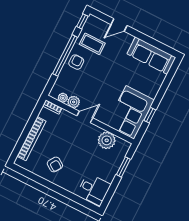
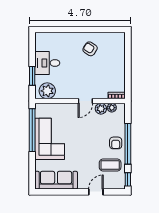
corner sofa: (130, 112) -> (50, 139), moved
window: (150, 115) -> (32, 130), width x3.17
bookcase: (32, 139) -> (120, 60), removed
plant: (107, 140) -> (47, 91), moved
desk: (94, 189) -> (47, 63), moved

